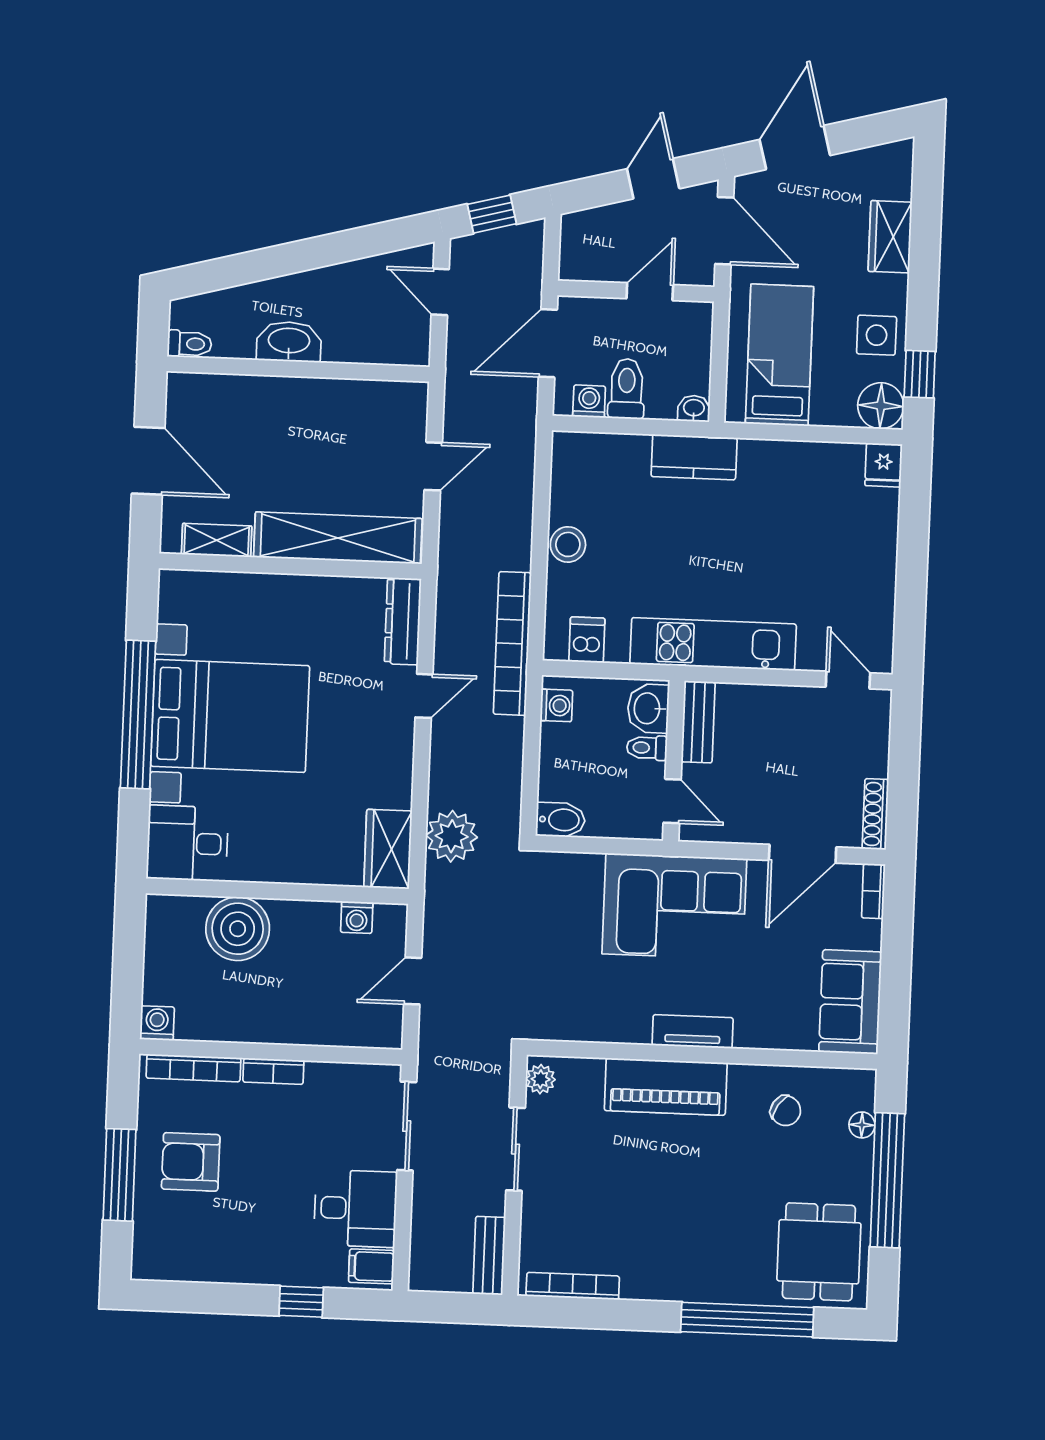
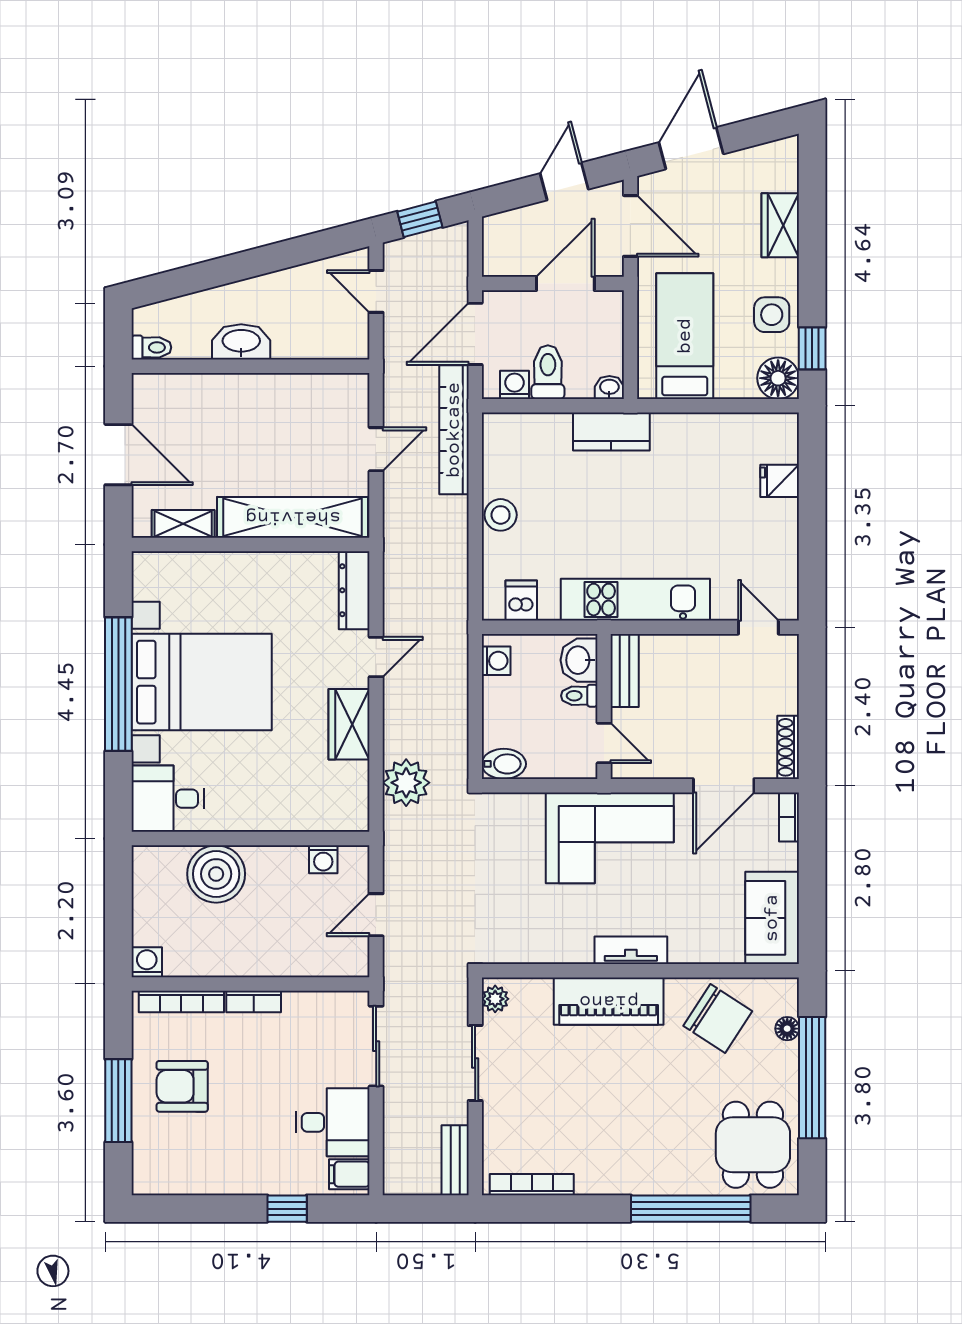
door: (650, 292) -> (565, 284), width x1.38
fridge: (883, 465) -> (780, 481), moved, turned 90
bookcase: (512, 643) -> (454, 430), moved
wardrobe: (388, 849) -> (349, 724), moved
chair: (786, 1111) -> (718, 1018), width x1.87, depth x1.87

